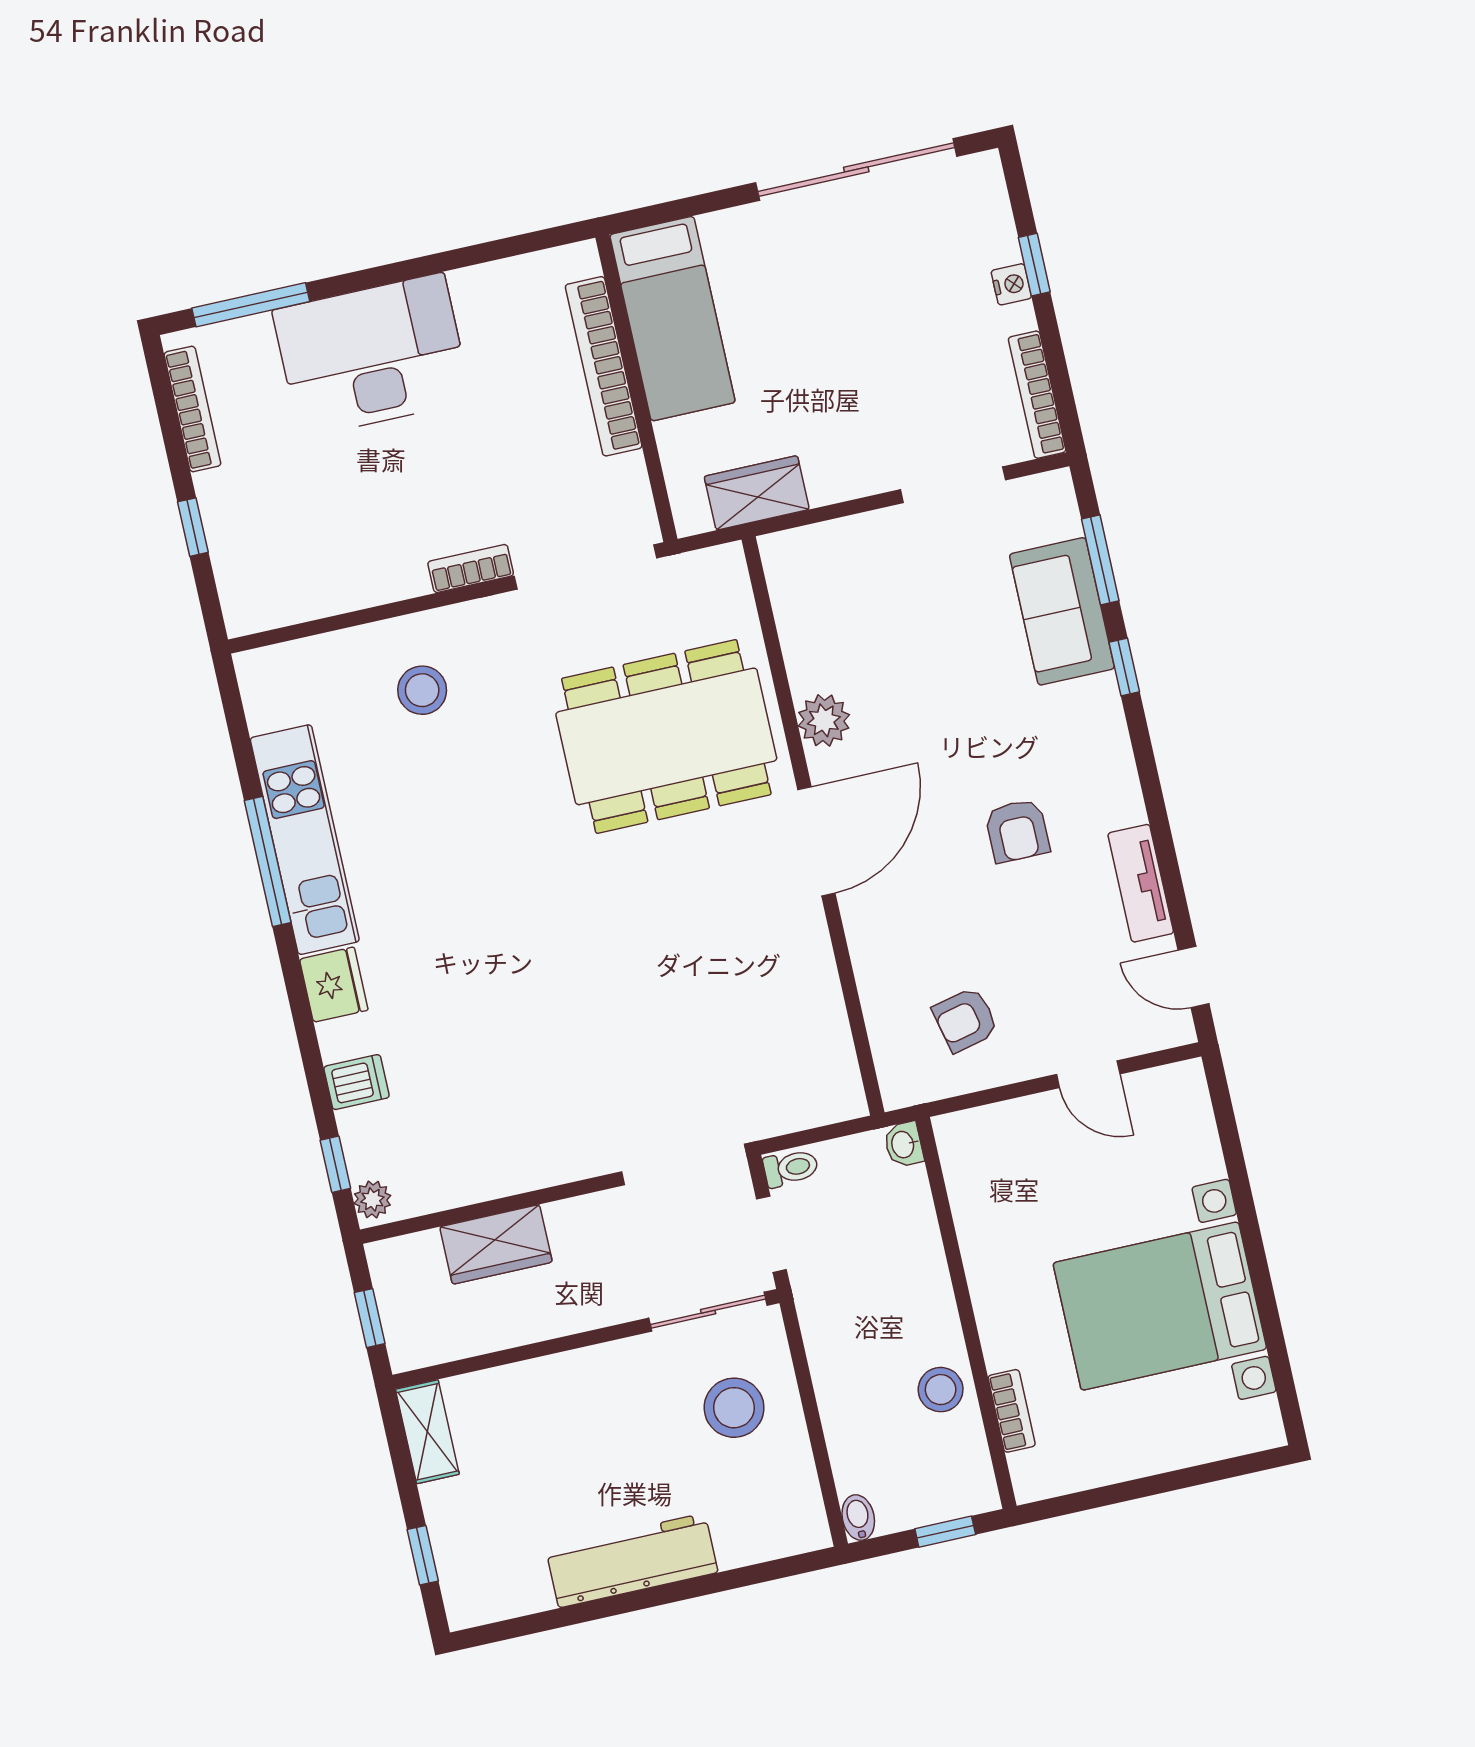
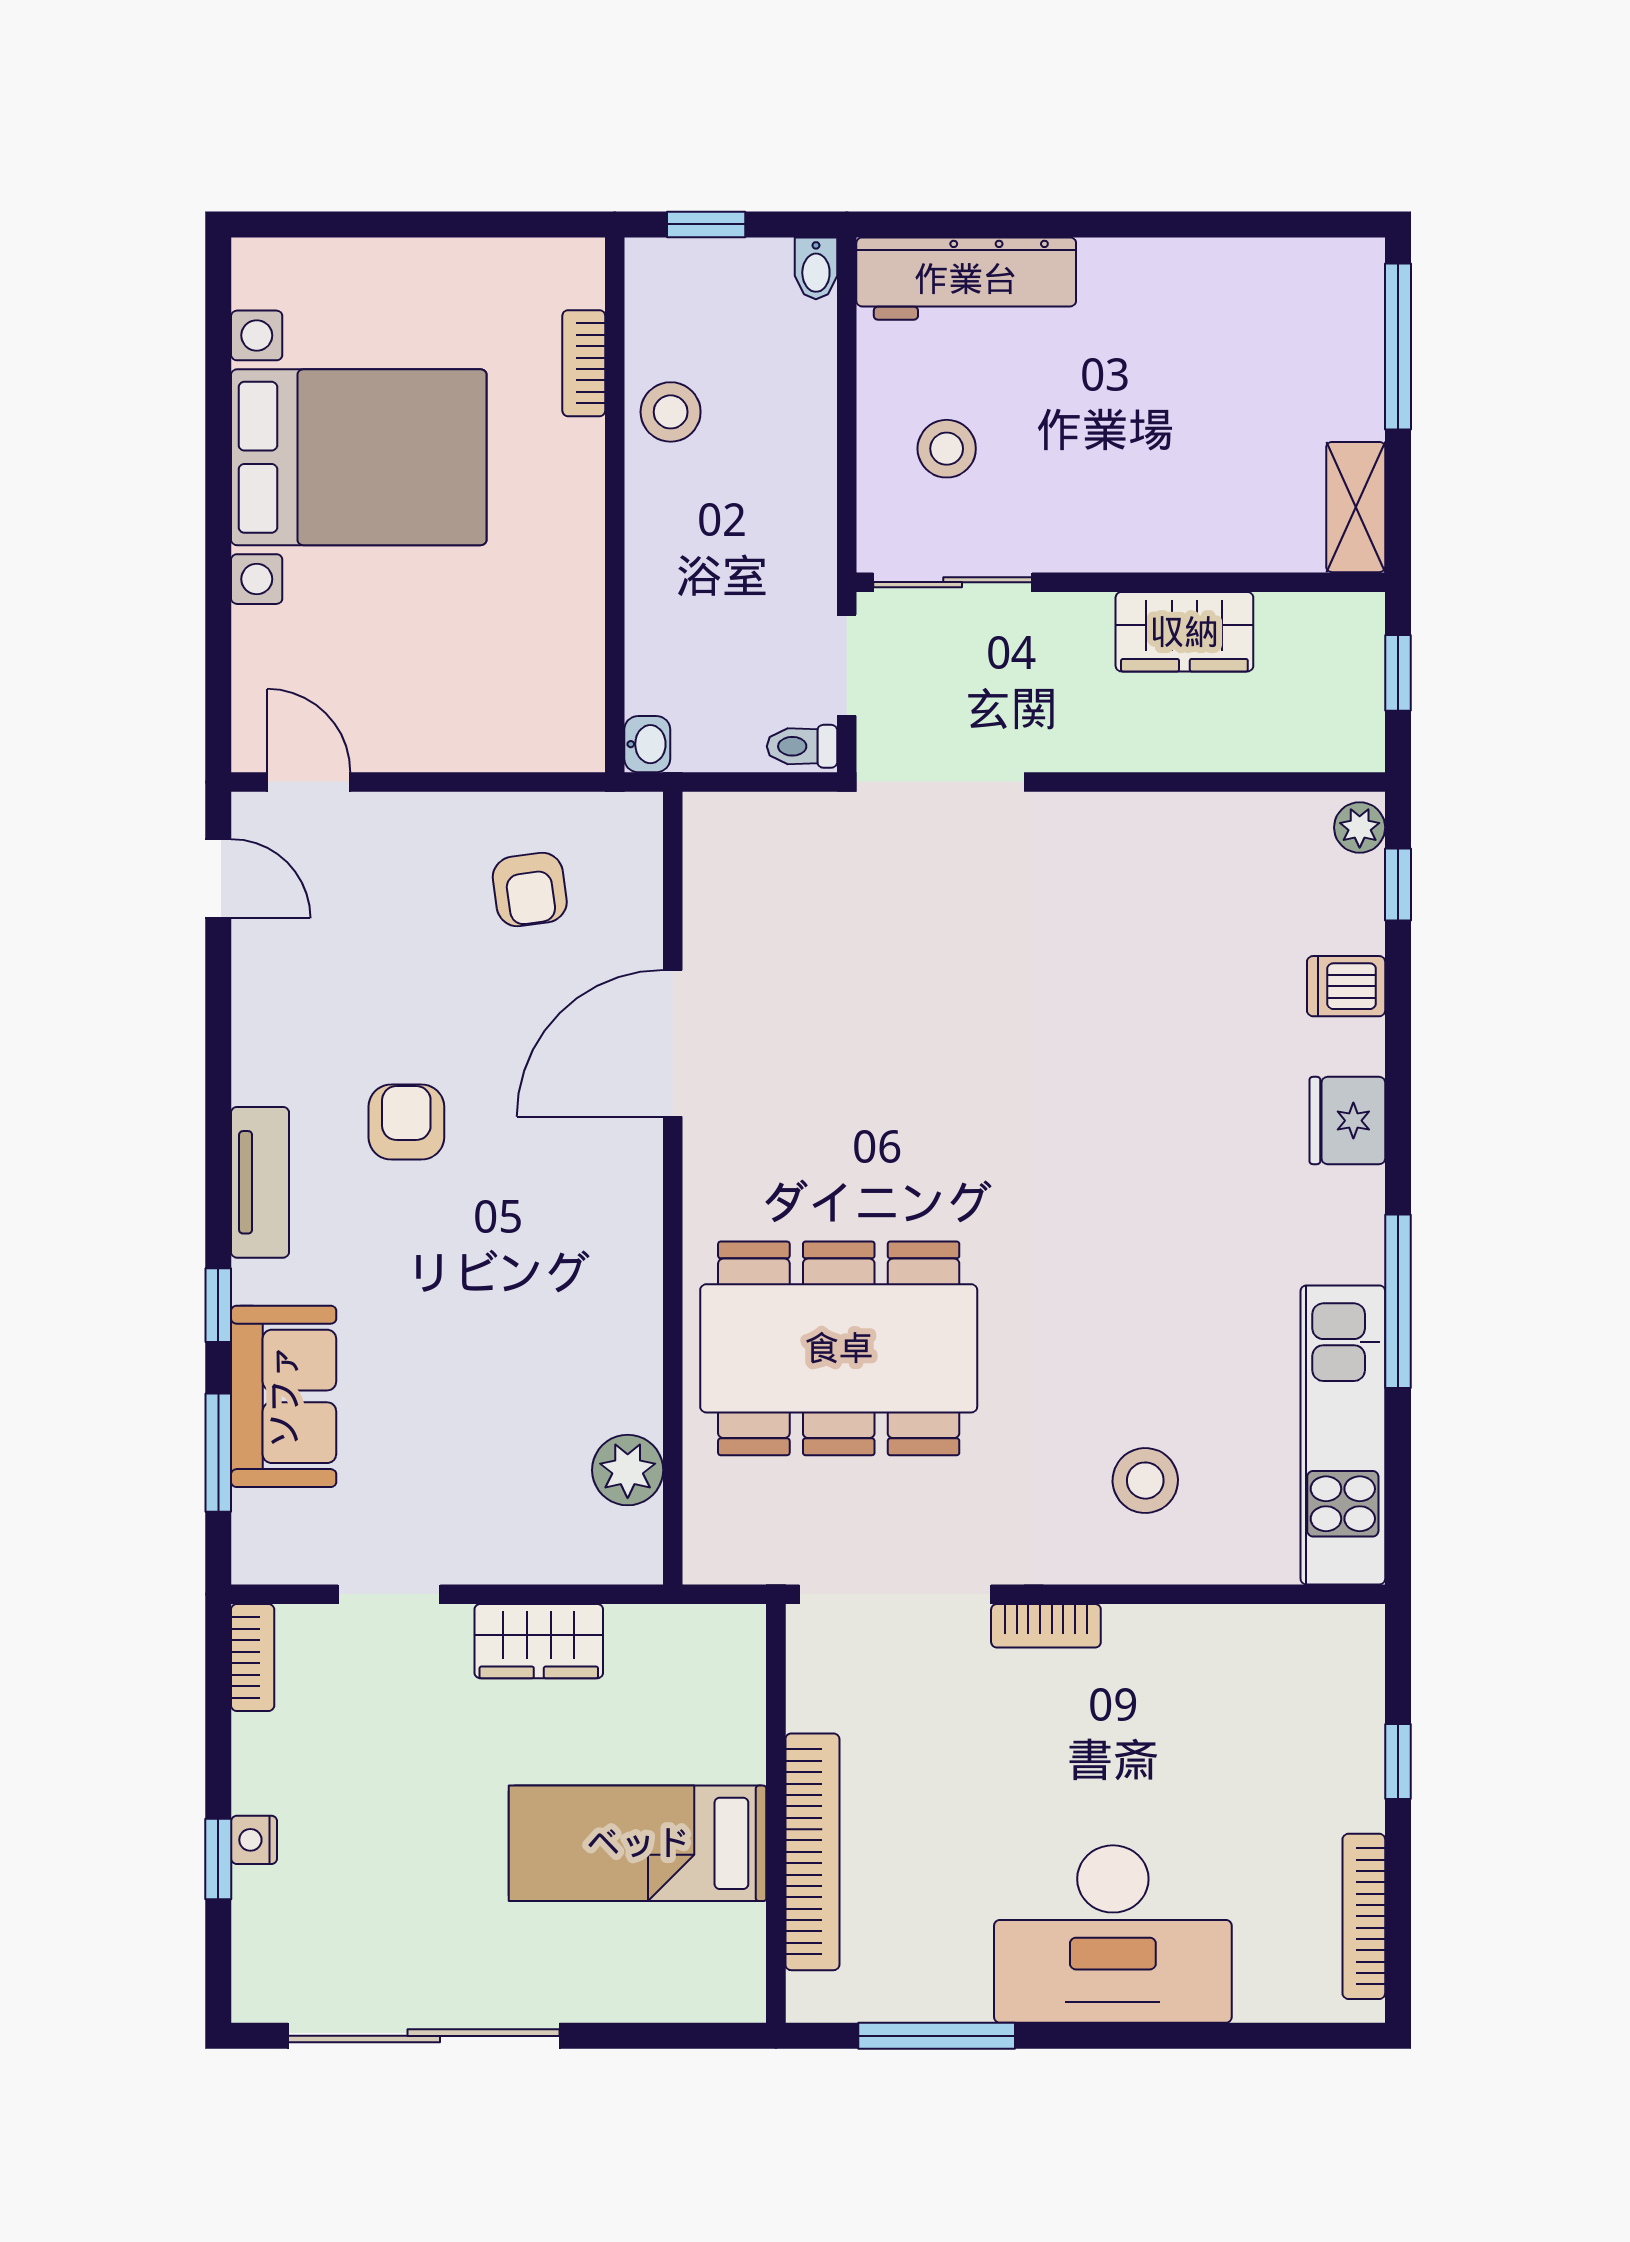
window: (251, 305) -> (937, 2036), moved
bed: (672, 319) -> (638, 1843), moved, turned -90
bookcase: (1037, 395) -> (253, 1658), width x0.64
doorway: (953, 485) -> (389, 1594), width x0.73
wardrobe: (757, 493) -> (539, 1641), moved
plant: (824, 720) -> (628, 1470), moved
kitchen unit: (305, 840) -> (1343, 1435), moved
door: (816, 841) -> (673, 1043), moved
tv unit: (1141, 883) -> (260, 1182), moved
armchair: (965, 1020) -> (530, 889), turned 95
door: (1088, 1074) -> (309, 782), moved
wardrobe: (496, 1244) -> (1184, 632), moved, turned 180
stool: (734, 1408) -> (947, 449), width x0.73, depth x0.73
window: (423, 1555) -> (1398, 346), width x2.17
workbench: (632, 1560) -> (966, 279), moved

